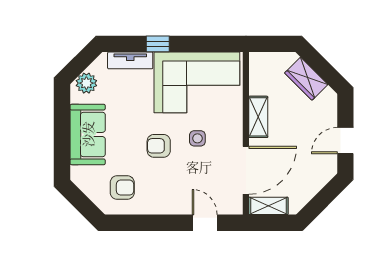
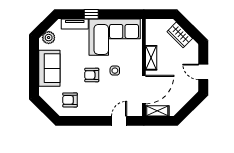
door: (345, 141) -> (203, 72), hinge flipped
armchair: (122, 188) -> (70, 100), turned 180
door: (205, 223) -> (119, 121), hinge flipped

